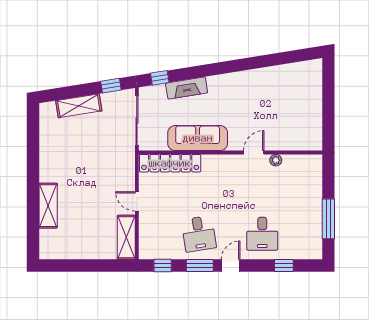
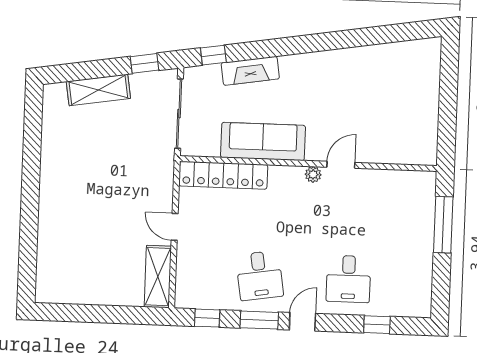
plant: (276, 160) -> (313, 174), moved
shelving: (48, 206) -> (50, 228), removed
window: (328, 219) -> (443, 225), moved

